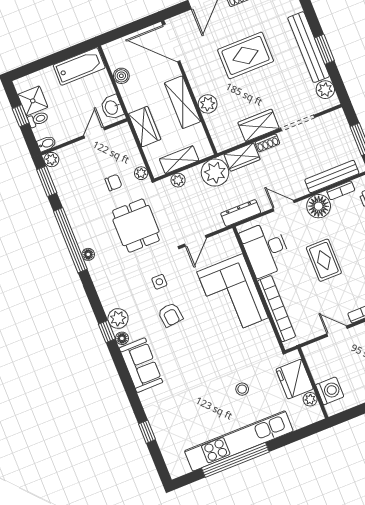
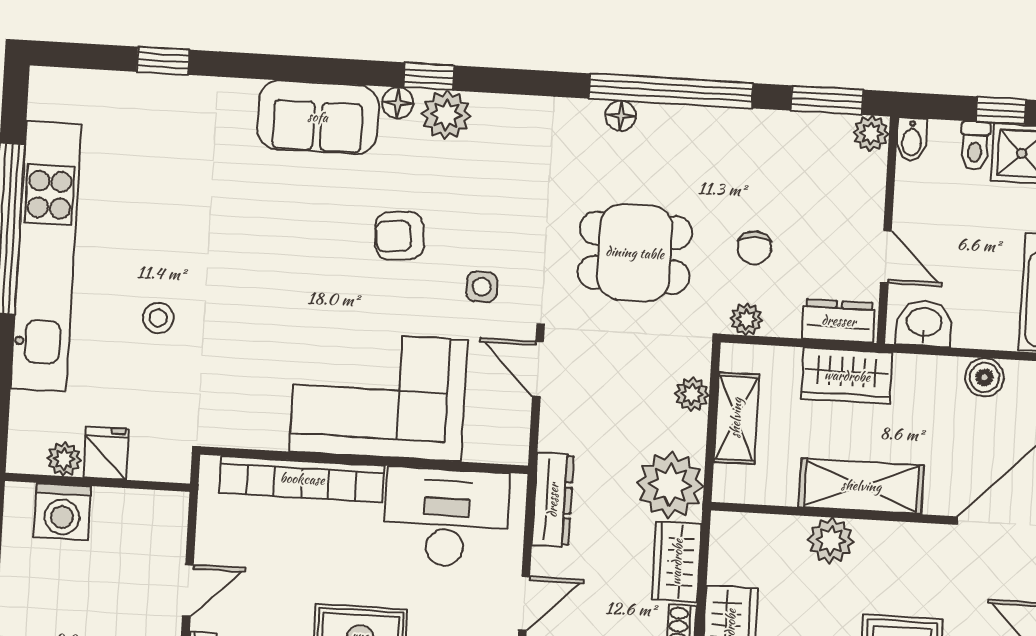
dresser: (126, 139) -> (839, 321), added
side table: (159, 282) -> (482, 287), moved
fridge: (295, 379) -> (106, 453), width x0.53, depth x0.75

